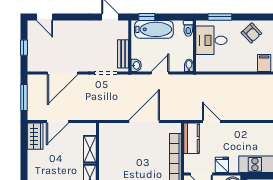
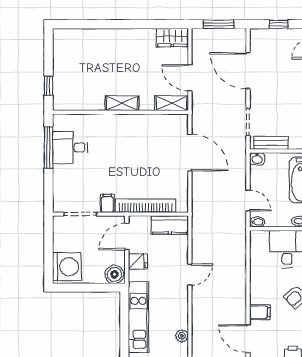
door: (160, 73) -> (248, 201), moved
door: (57, 121) -> (190, 78), moved
door: (144, 121) -> (190, 153), moved
door: (211, 121) -> (190, 275), moved
shelving: (90, 149) -> (172, 103), moved

